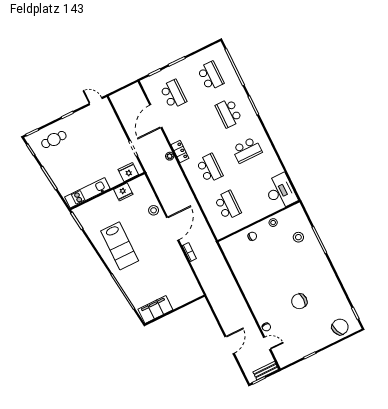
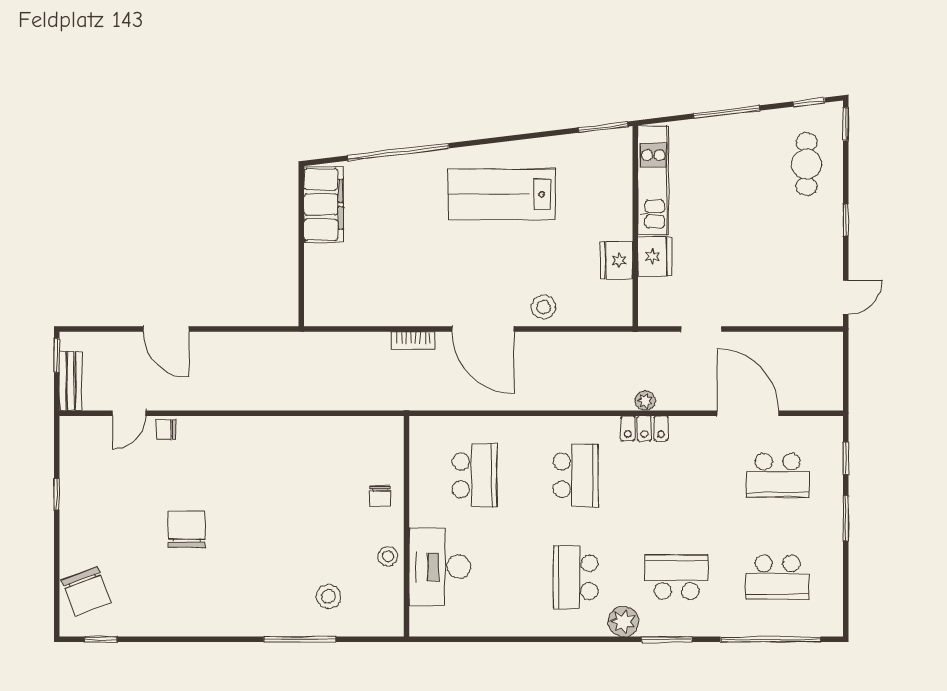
plant: (255, 124) -> (623, 621), added
school desk: (210, 168) -> (576, 475), turned -90
fridge: (128, 172) -> (655, 256), moved
desk: (280, 192) -> (440, 567), moved, turned 90
school desk: (228, 205) -> (475, 475), turned -90

